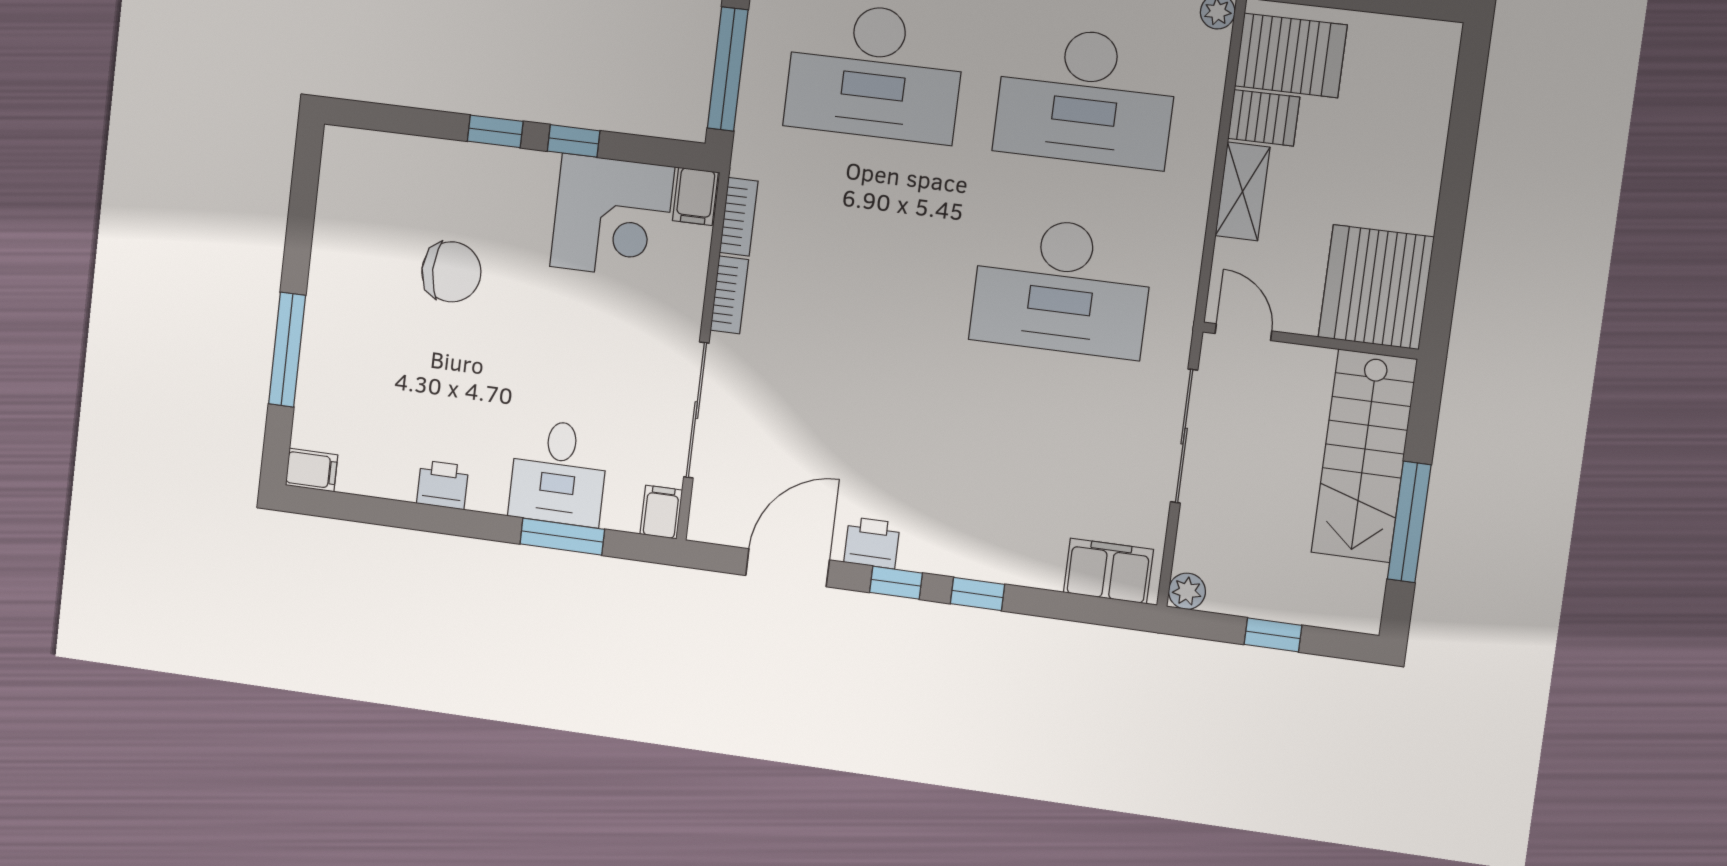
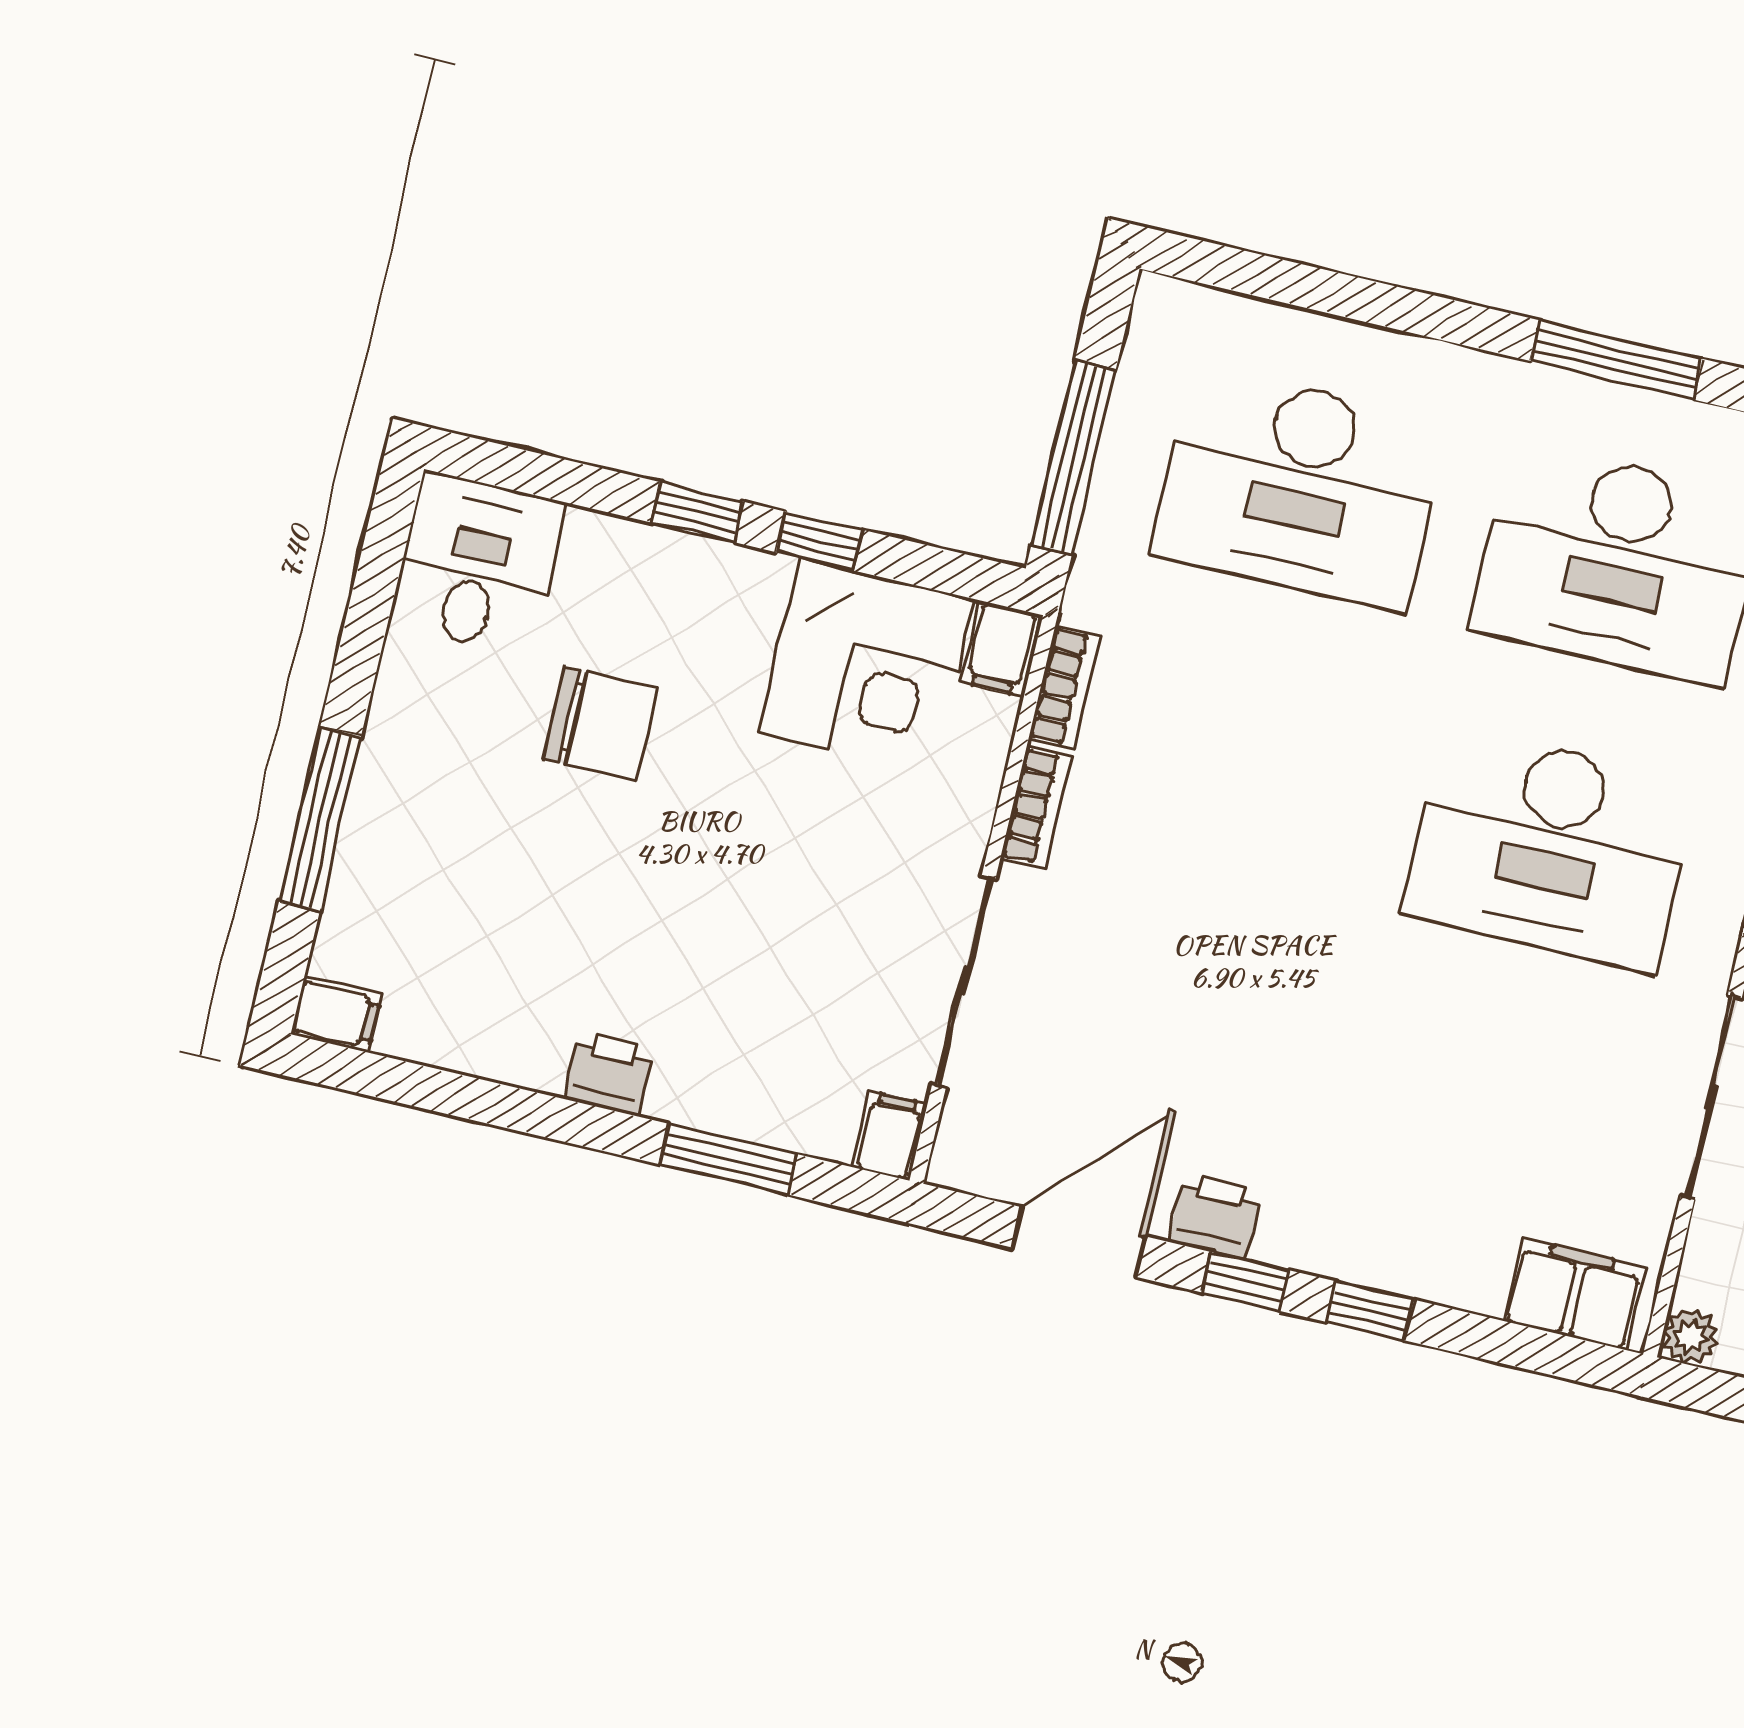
desk: (558, 473) -> (477, 563), moved, turned 180
printer: (443, 485) -> (609, 1074), moved

